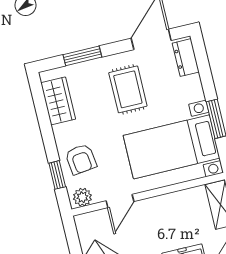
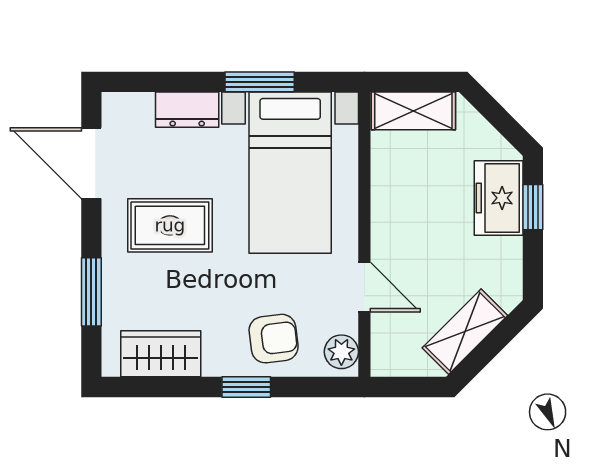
dresser: (186, 58) -> (187, 110), moved
window: (57, 175) -> (246, 387), moved

